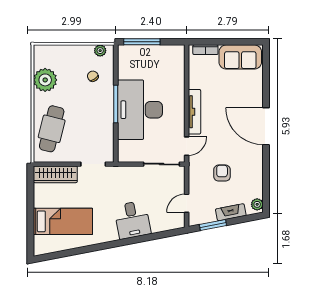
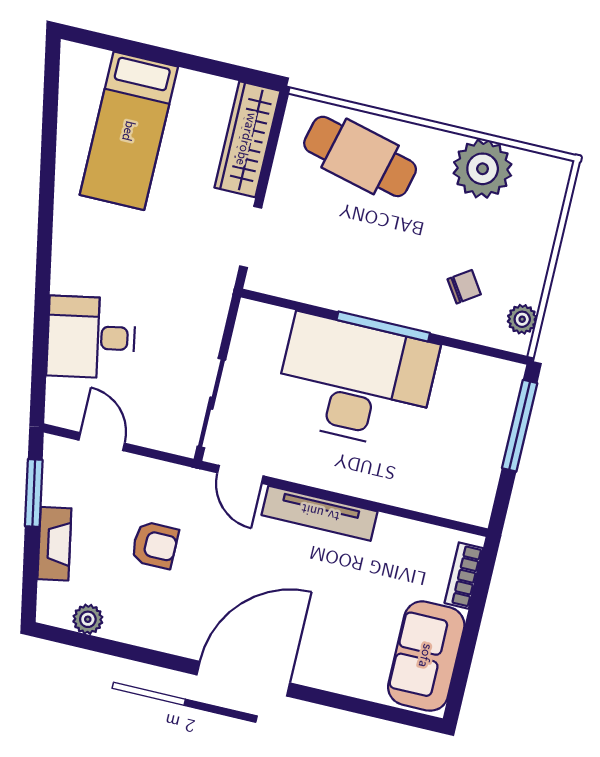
plant: (257, 204) -> (88, 619), moved
desk: (132, 220) -> (91, 337), moved

